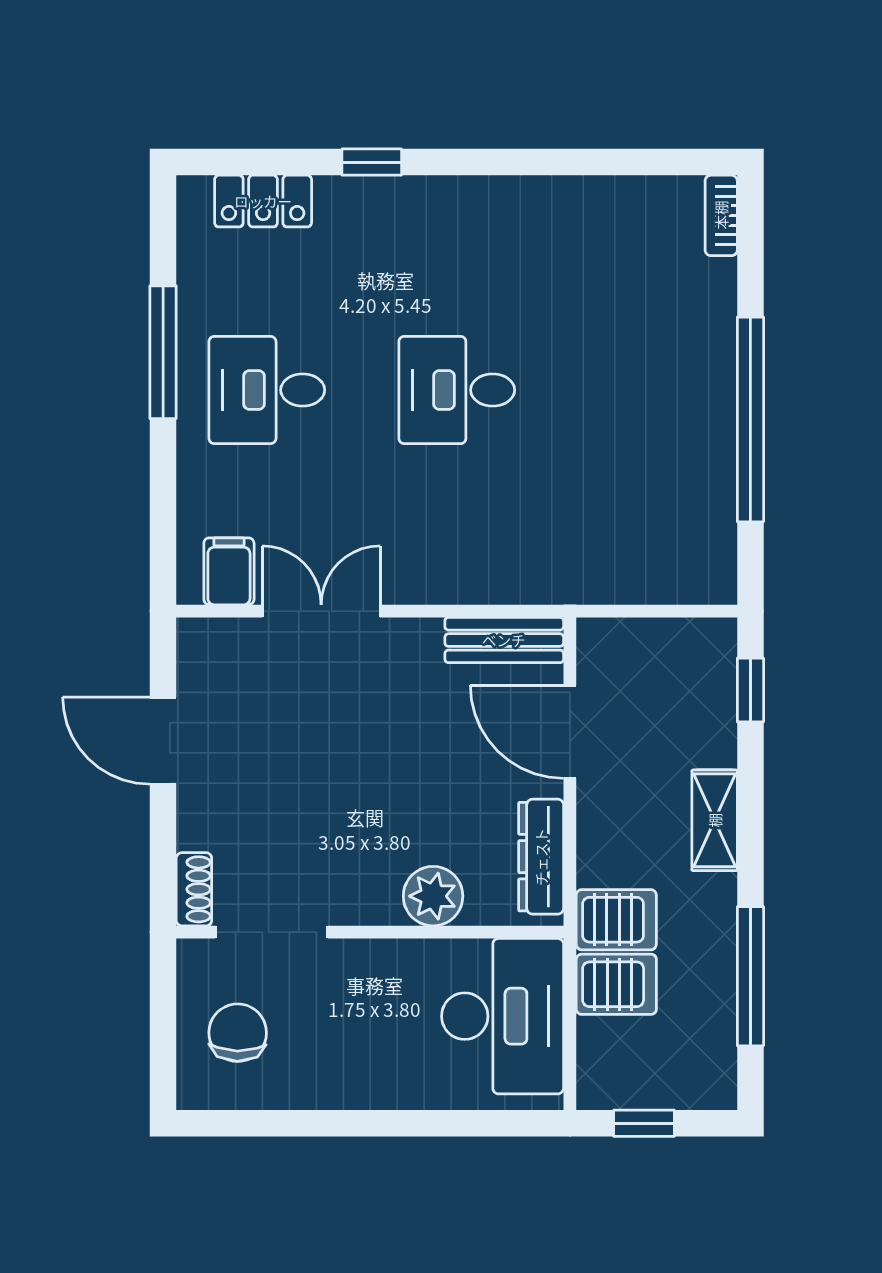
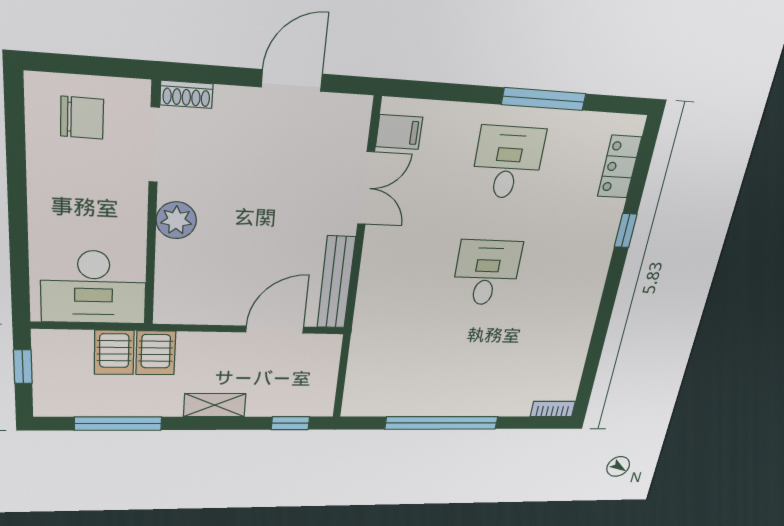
bench: (504, 640) -> (336, 283), width x1.36
dresser: (541, 857) -> (198, 312), removed
plant: (433, 896) -> (176, 220), moved

